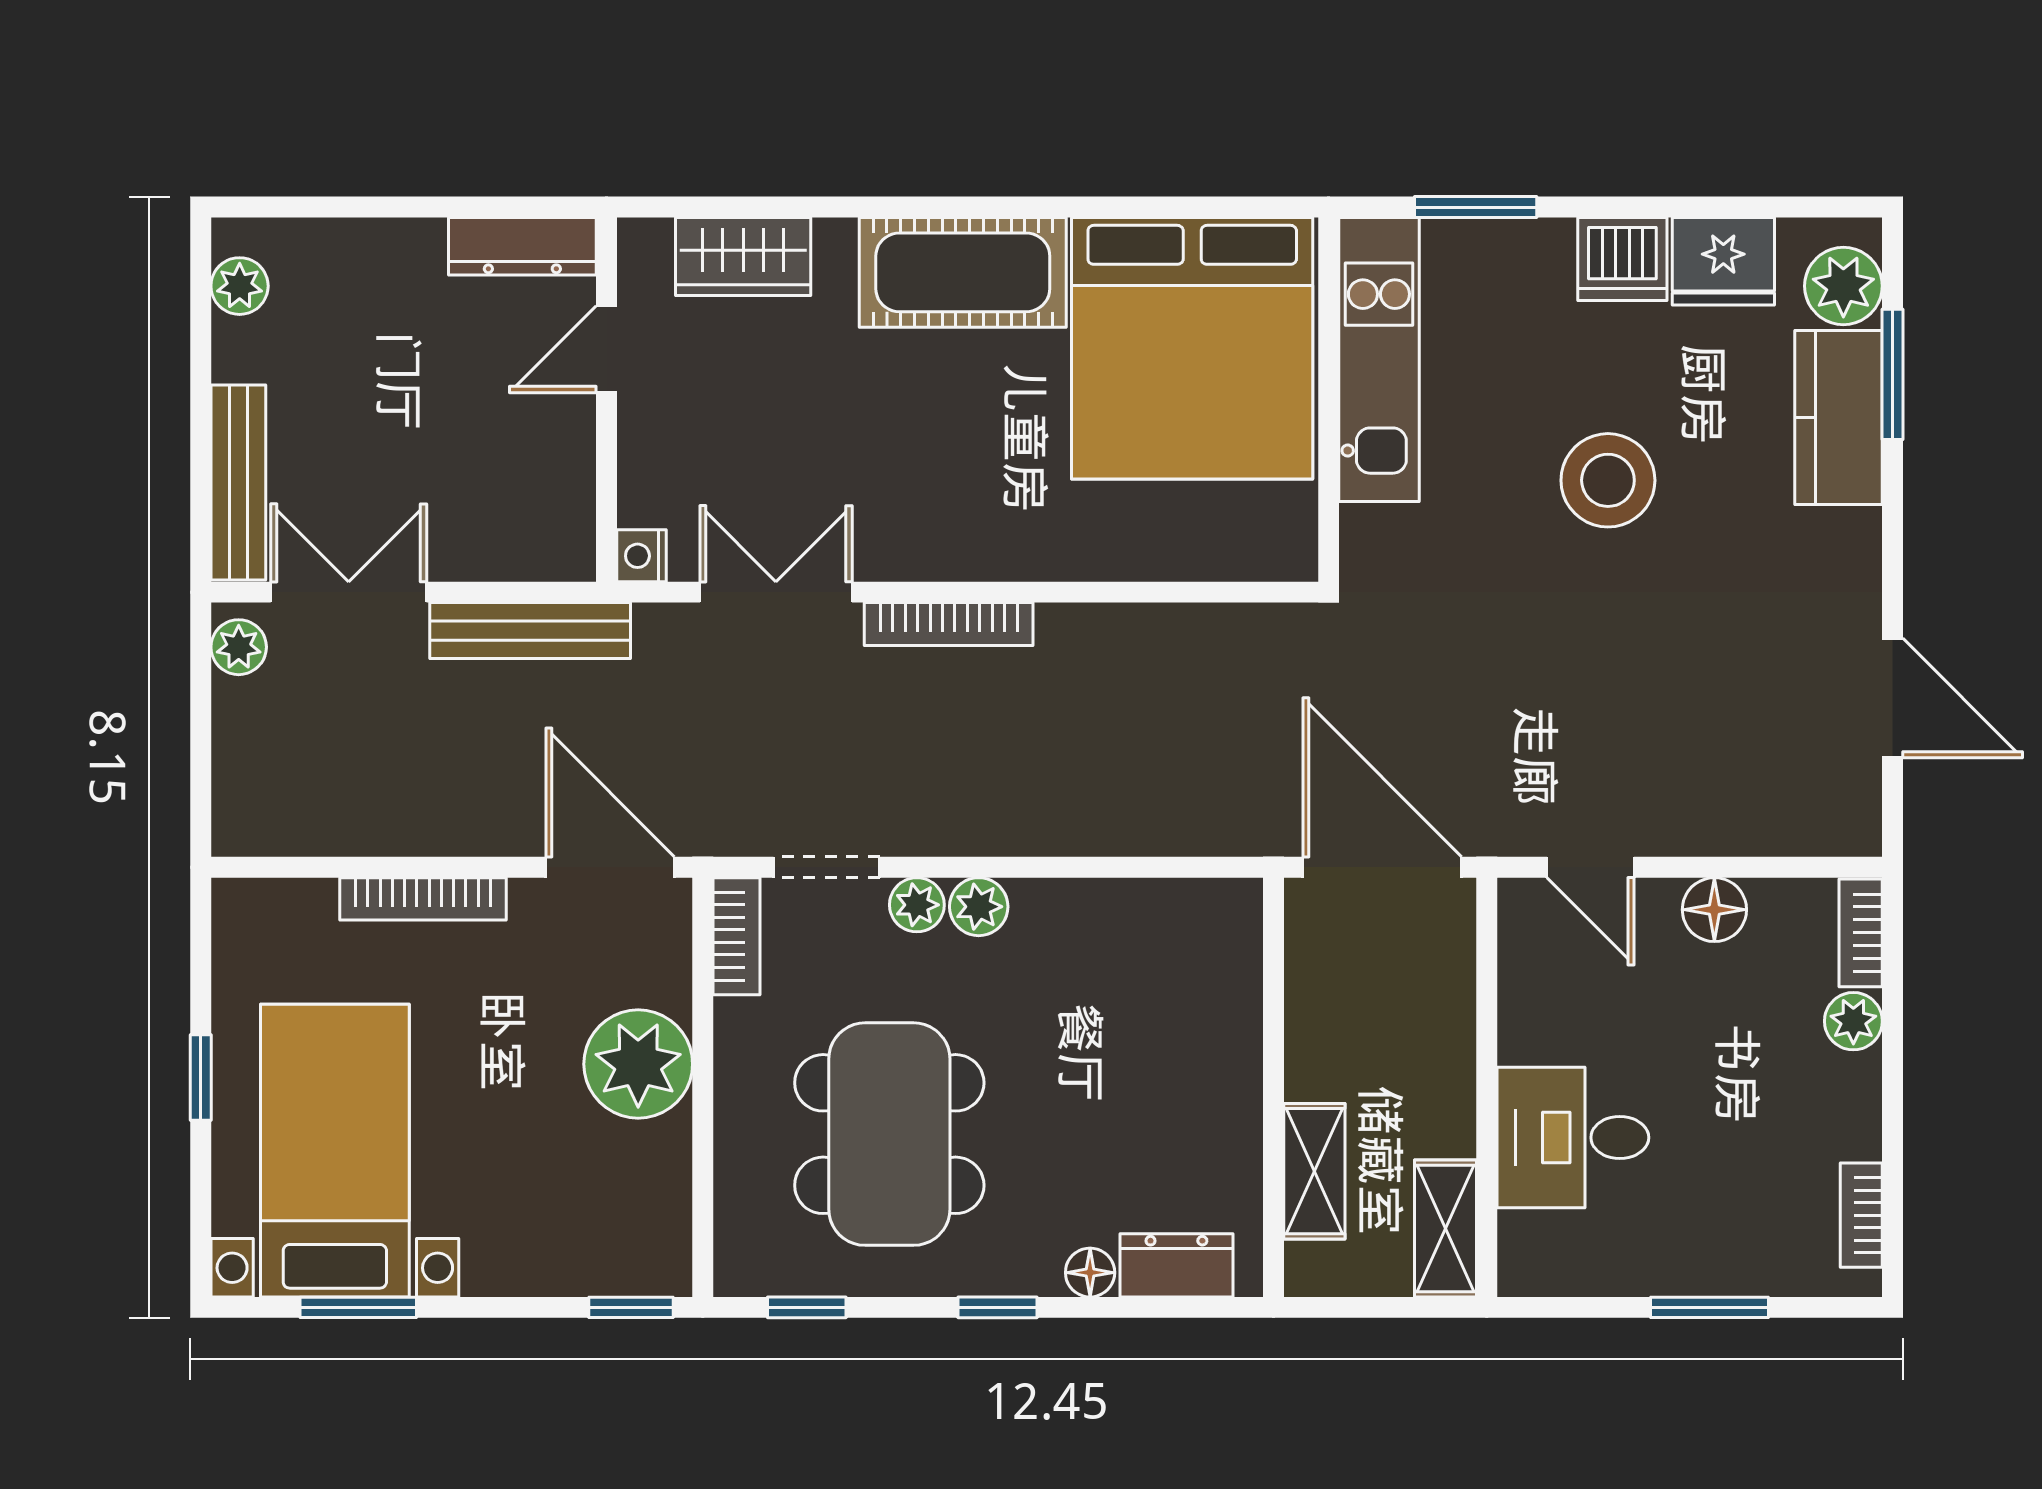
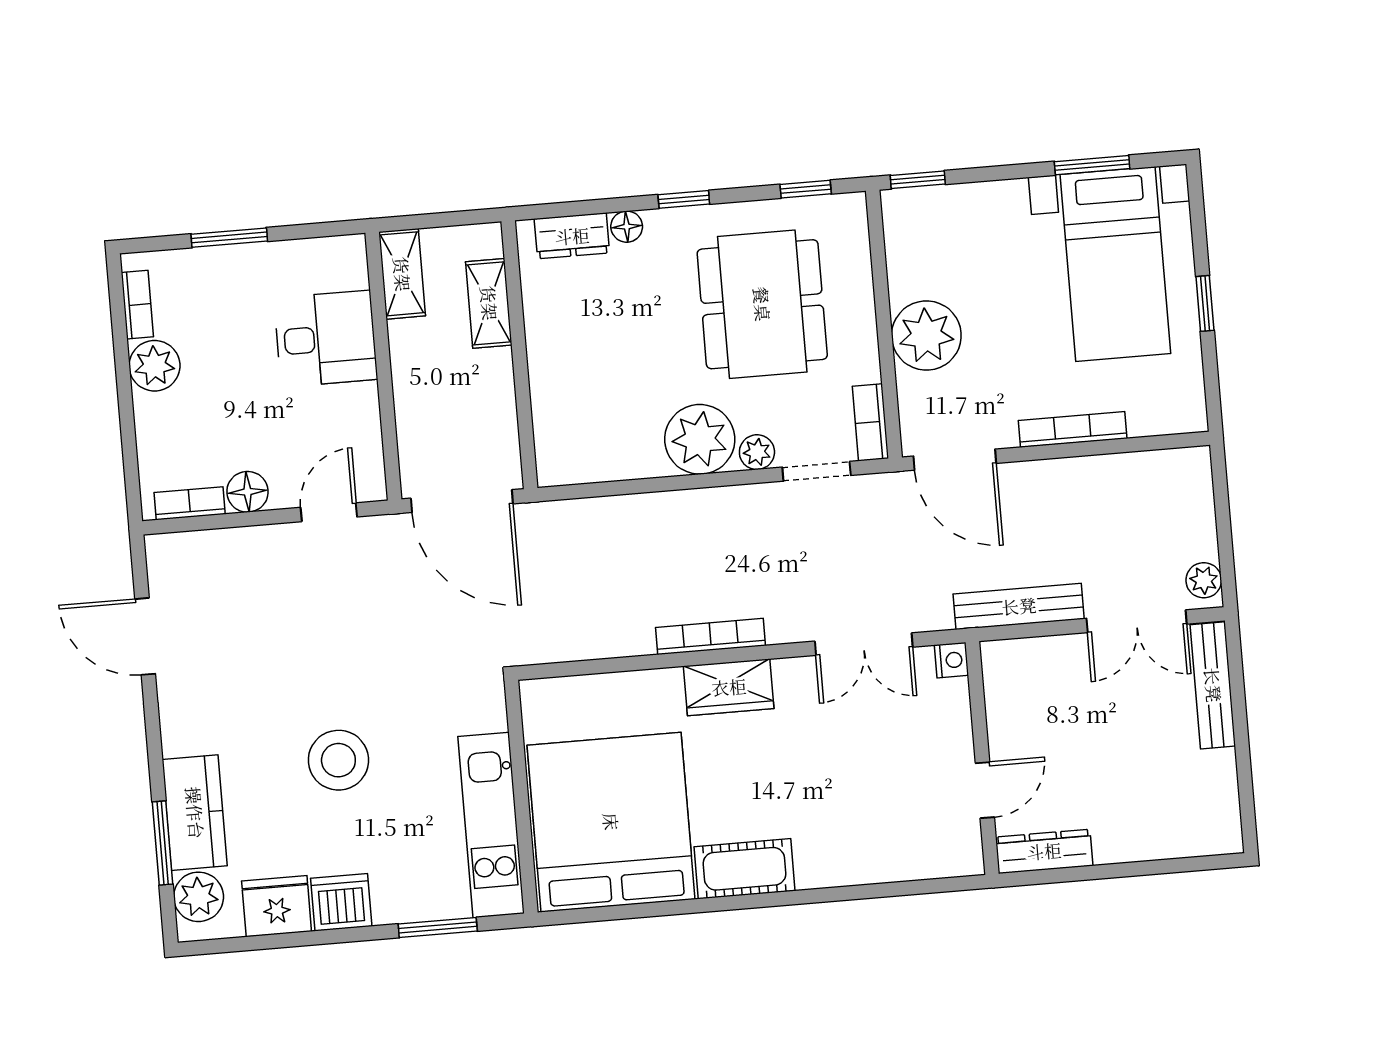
wardrobe: (743, 257) -> (729, 687), moved, turned 180
cot: (963, 272) -> (744, 869), width x0.73, depth x0.75
plant: (240, 286) -> (1223, 811), removed
bookcase: (949, 624) -> (710, 637), moved
door: (1590, 867) -> (329, 512), hinge flipped
plant: (979, 907) -> (700, 439), width x1.87, depth x1.87
bookcase: (1861, 933) -> (190, 503), moved, turned -90
plant: (1853, 1021) -> (155, 366), moved, width x1.38, depth x1.38

